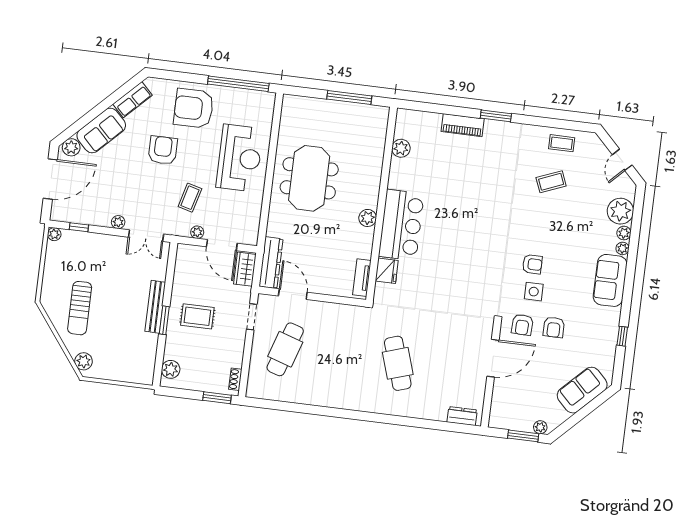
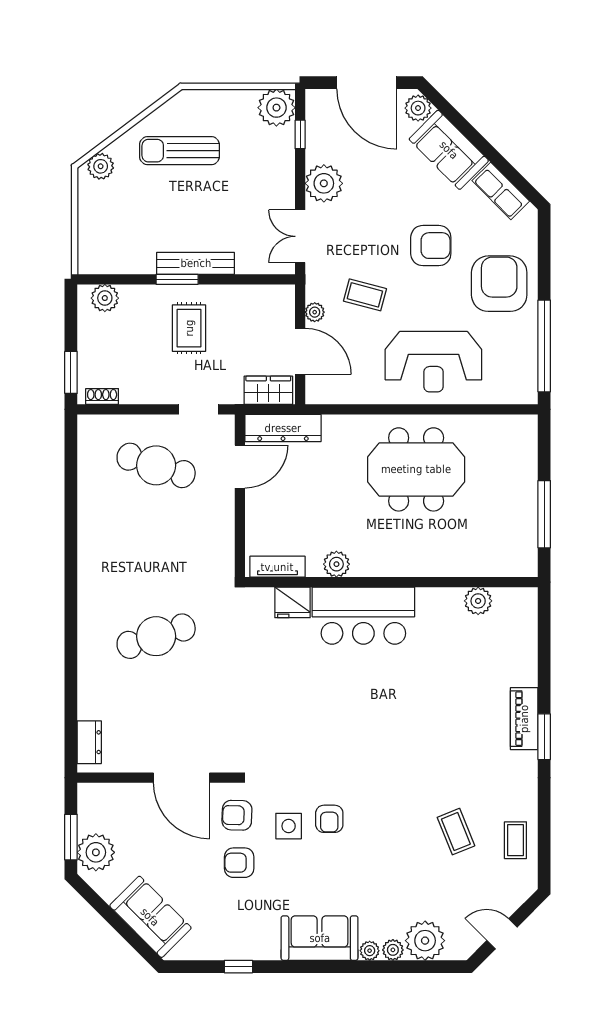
piano: (463, 125) -> (524, 719), moved
plant: (368, 218) -> (336, 564), moved
plant: (118, 222) -> (324, 183), width x1.87, depth x1.87
plant: (54, 234) -> (276, 108), width x1.88, depth x1.88
door: (222, 245) -> (300, 351), swing flipped
plant: (540, 427) -> (96, 852), width x1.88, depth x1.88

